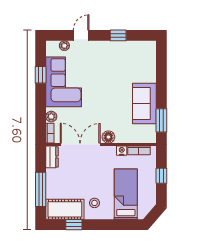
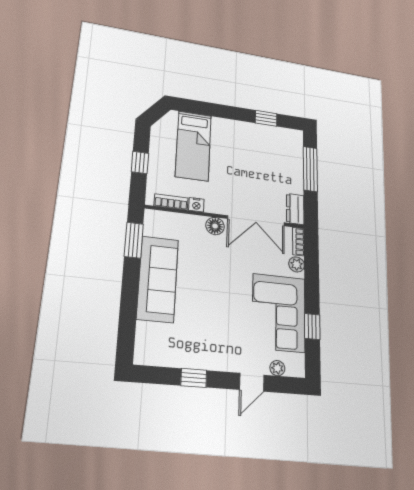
sofa: (144, 103) -> (158, 279), width x1.36
stool: (94, 203) -> (238, 141), removed
cot: (65, 209) -> (278, 139), removed

